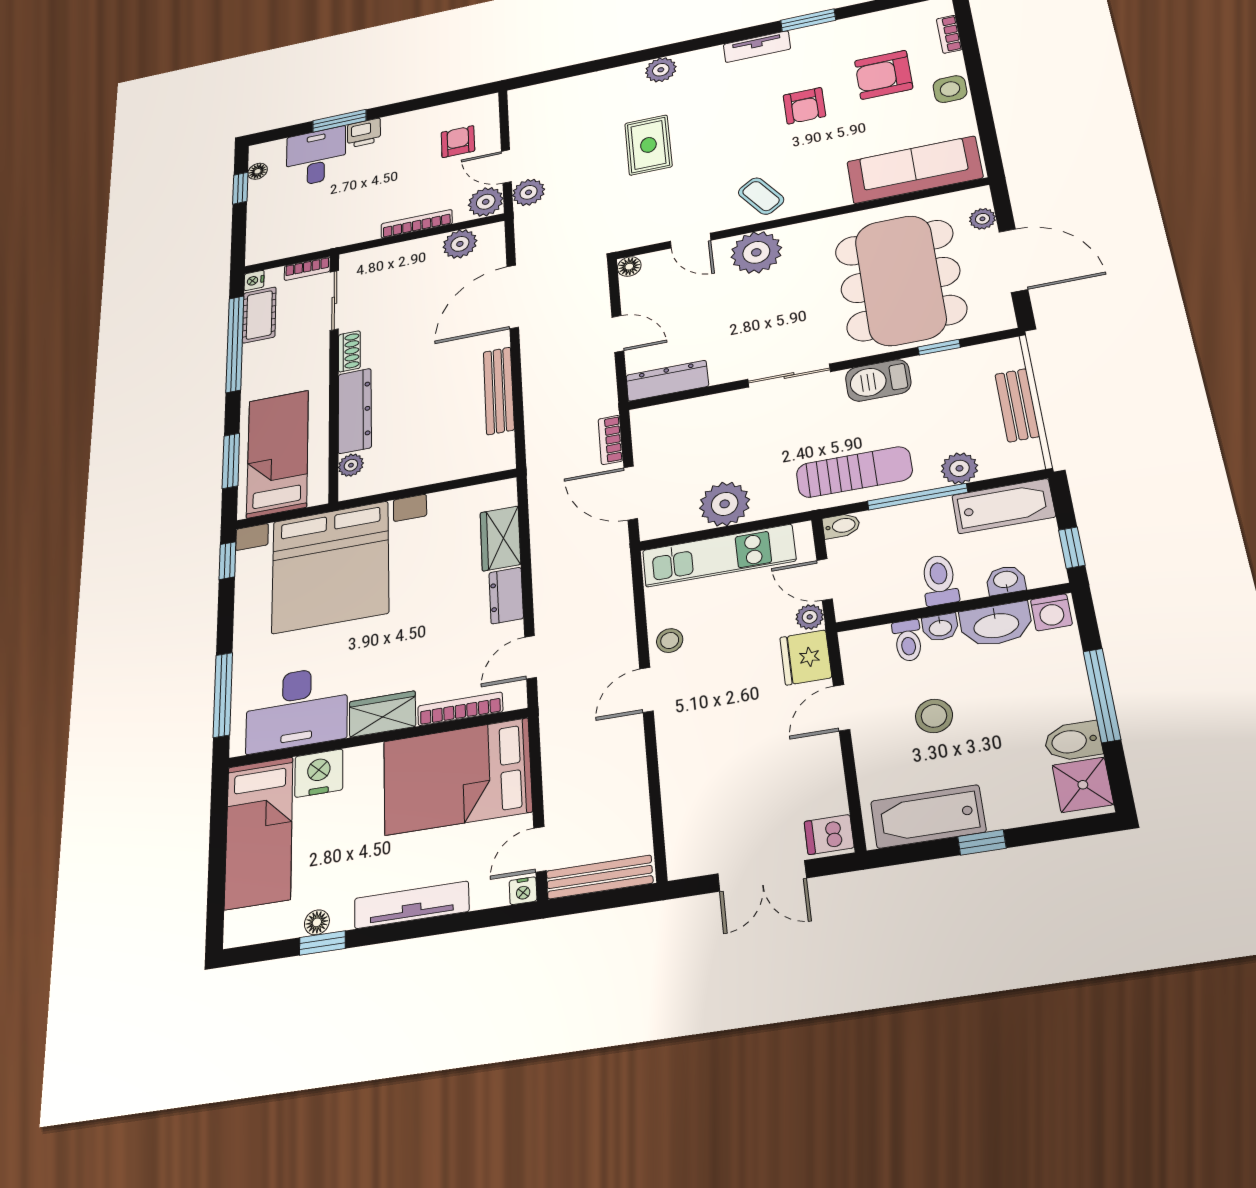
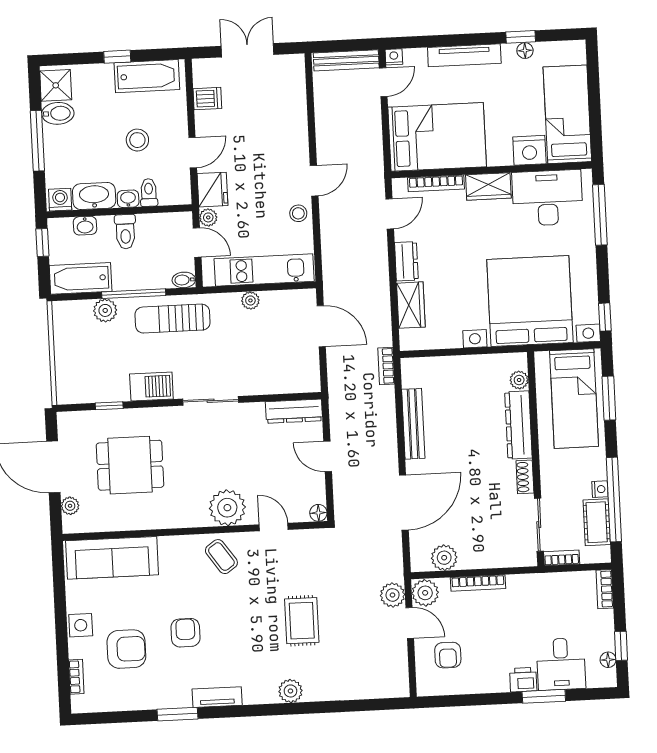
bookcase: (255, 244) -> (605, 589), added
nightstand: (254, 280) -> (600, 489), moved
dining table: (900, 280) -> (130, 465), width x0.53, depth x0.80
bench: (1017, 405) -> (64, 352), removed
bookcase: (611, 440) -> (386, 366), moved, turned 180
plant: (725, 504) -> (250, 300), width x0.53, depth x0.53
dishwasher: (829, 835) -> (207, 99), moved

